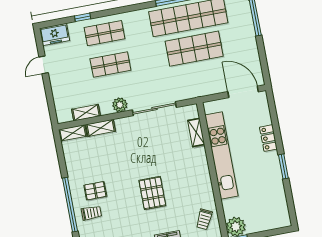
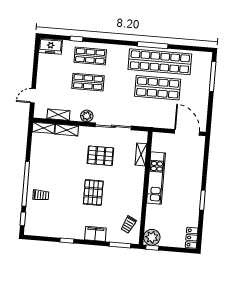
door: (44, 65) -> (33, 96), moved
locker: (268, 138) -> (192, 238), moved
kitchen unit: (221, 156) -> (156, 178), width x0.73
pallet: (95, 191) -> (100, 156), moved, width x1.50, depth x1.42

